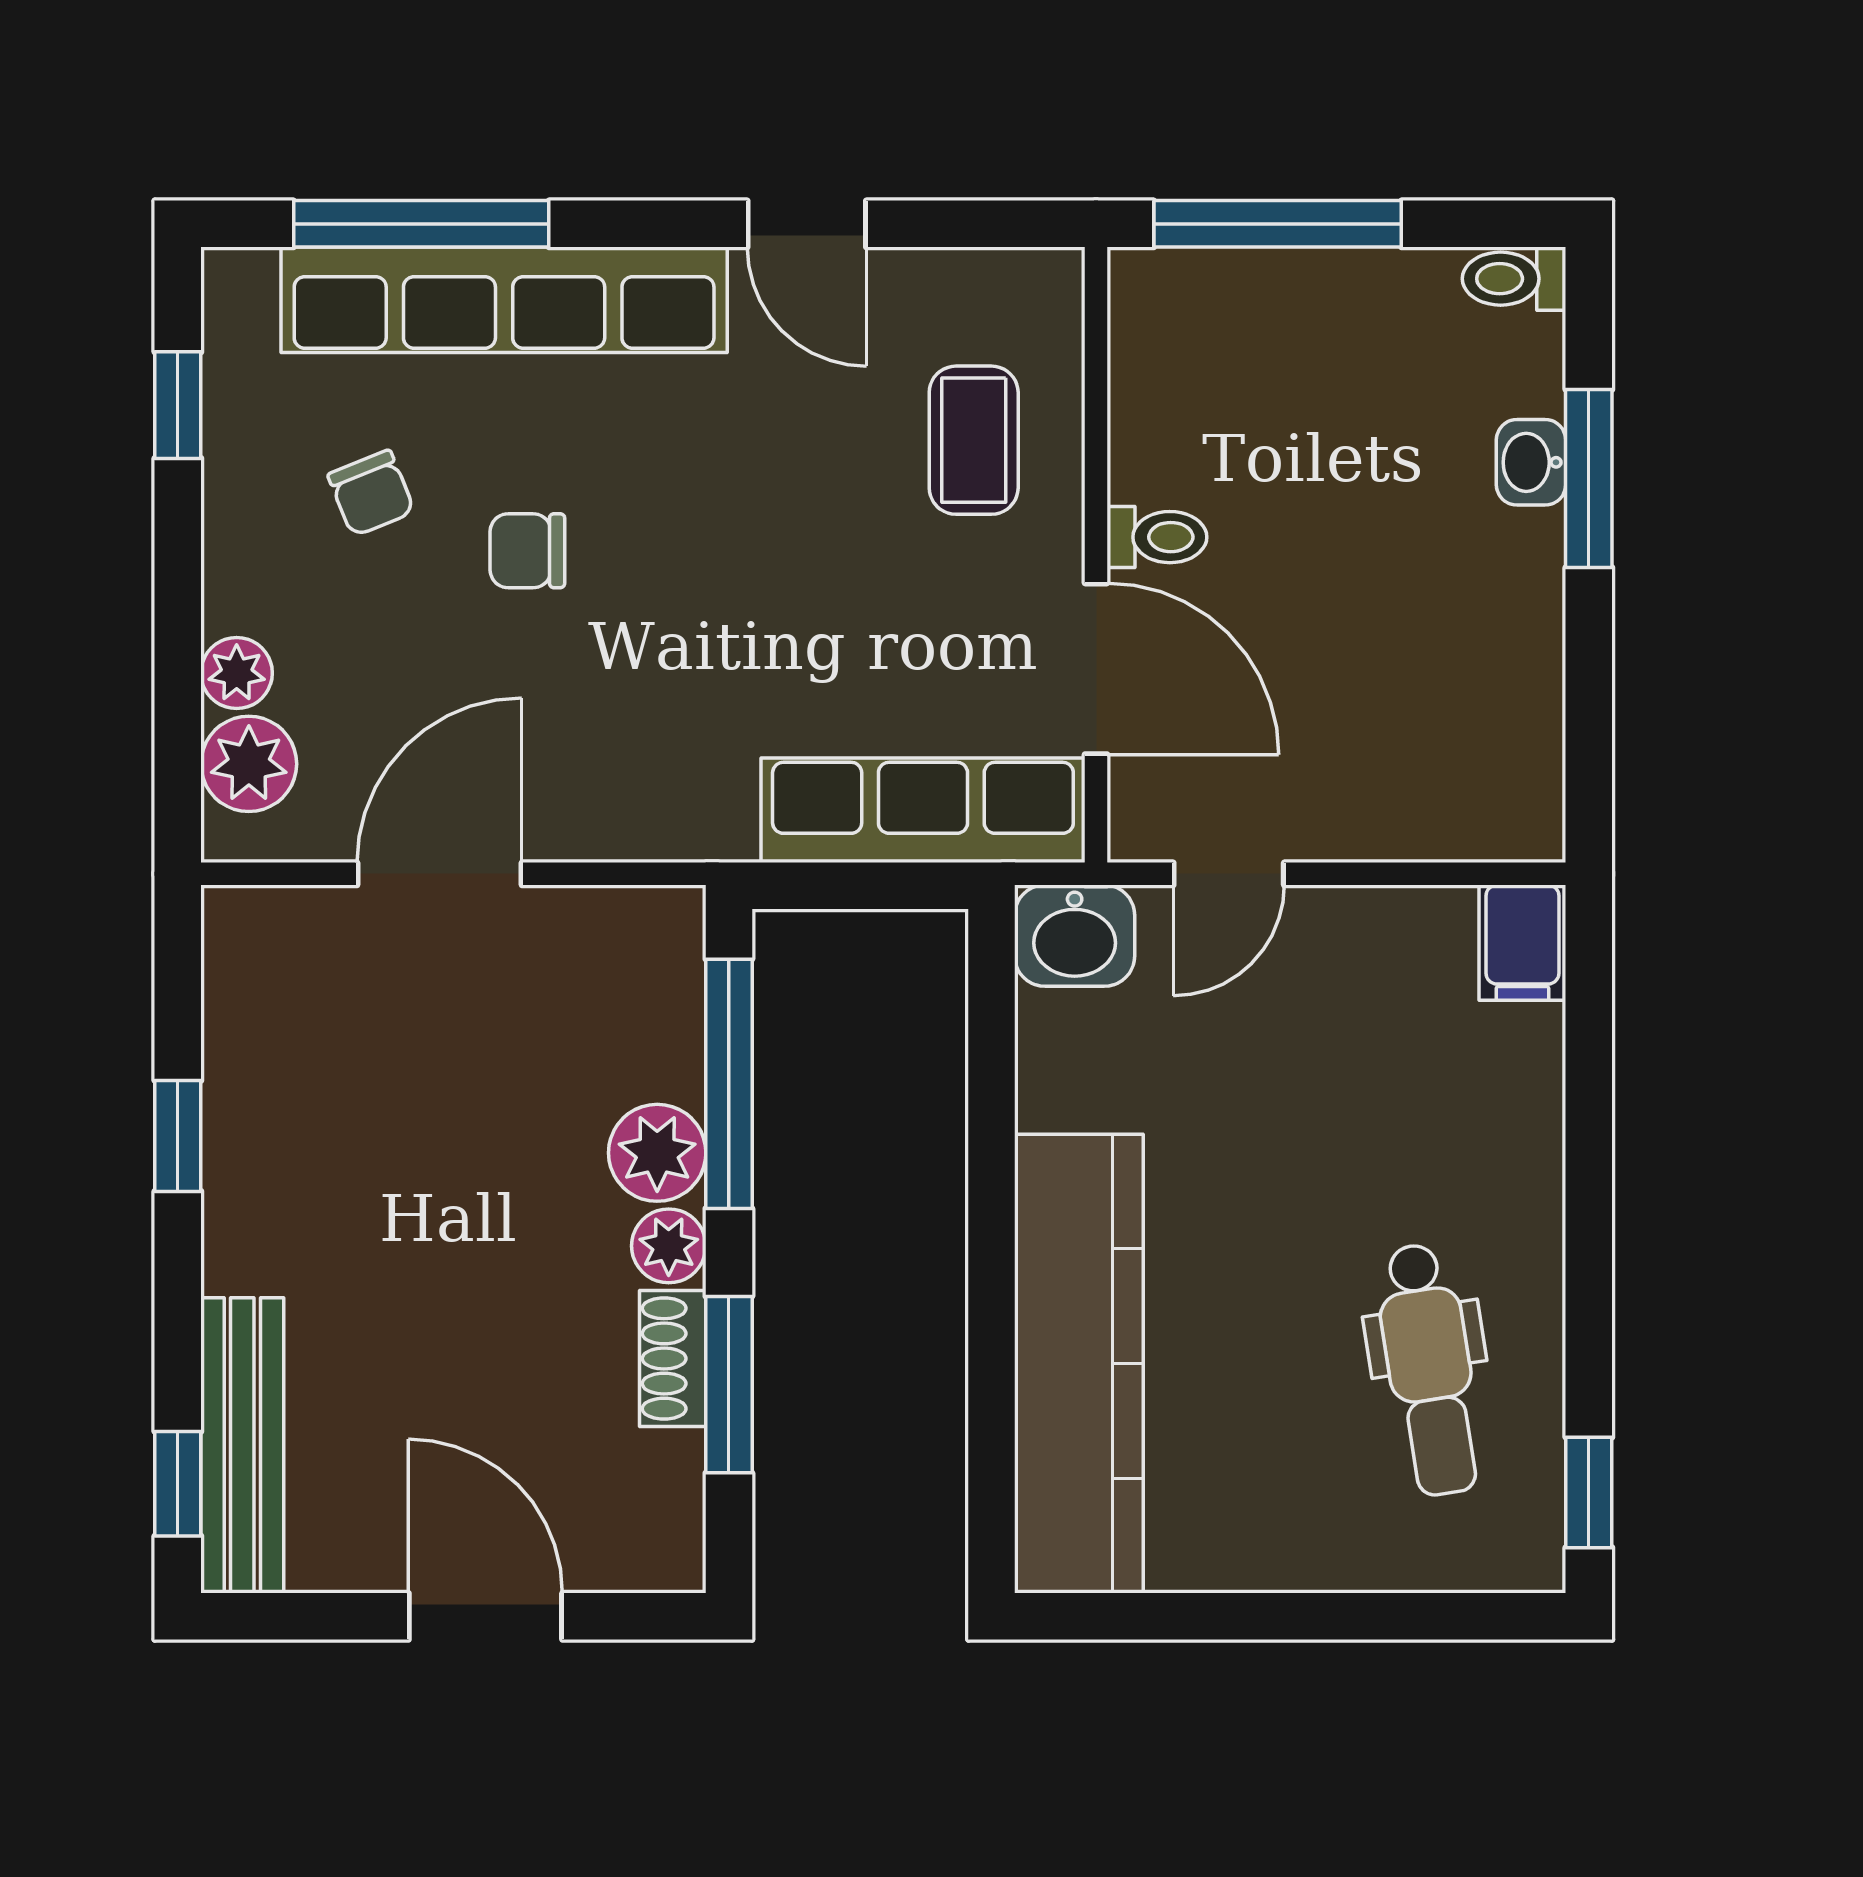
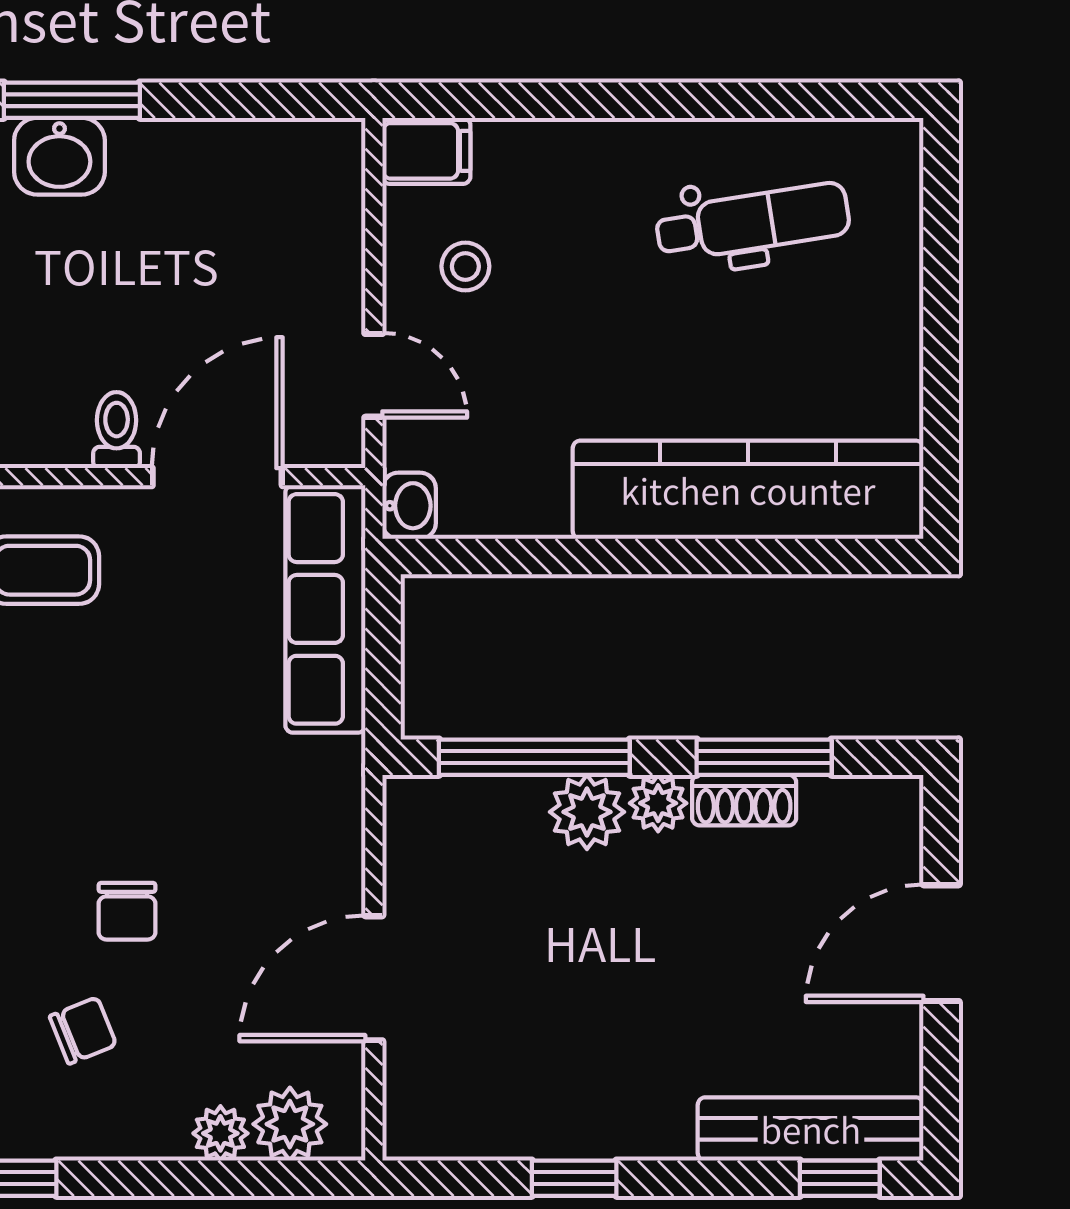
washbasin: (1531, 462) -> (59, 156), width x1.38, depth x1.45
door: (439, 874) -> (374, 978), hinge flipped
washbasin: (1075, 936) -> (409, 506), width x0.72, depth x0.69
stool: (1371, 994) -> (465, 266), added
window: (1589, 1492) -> (846, 100), removed

